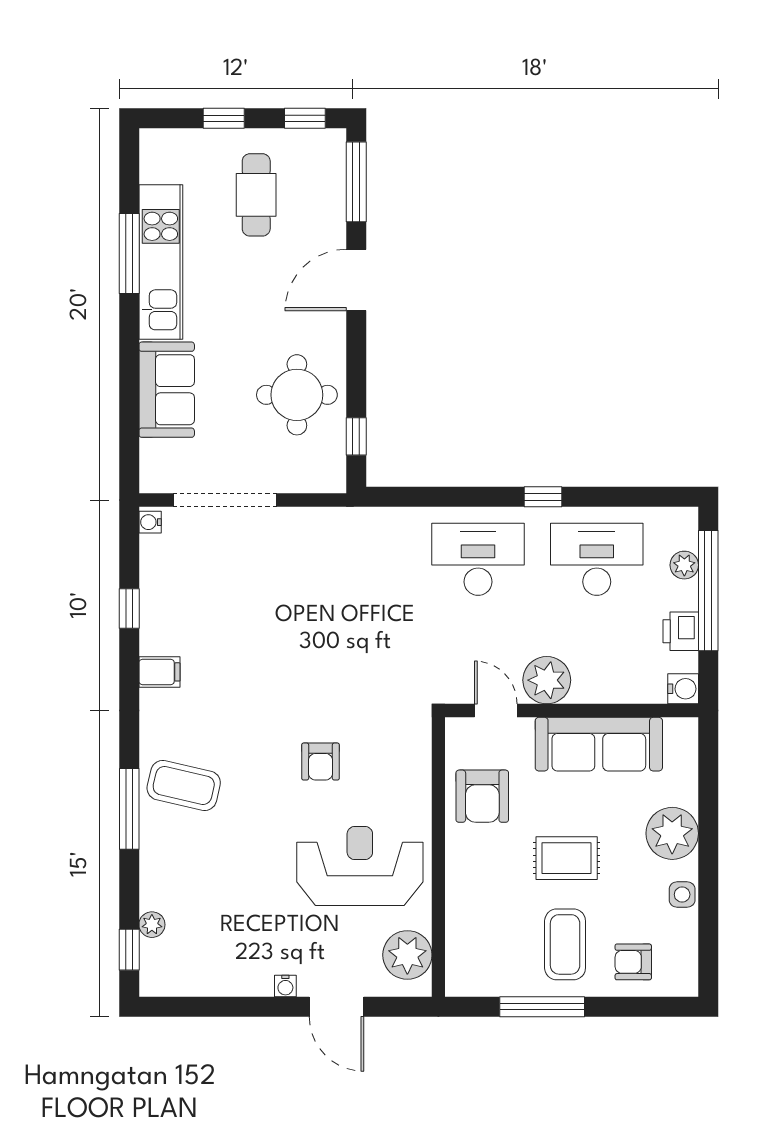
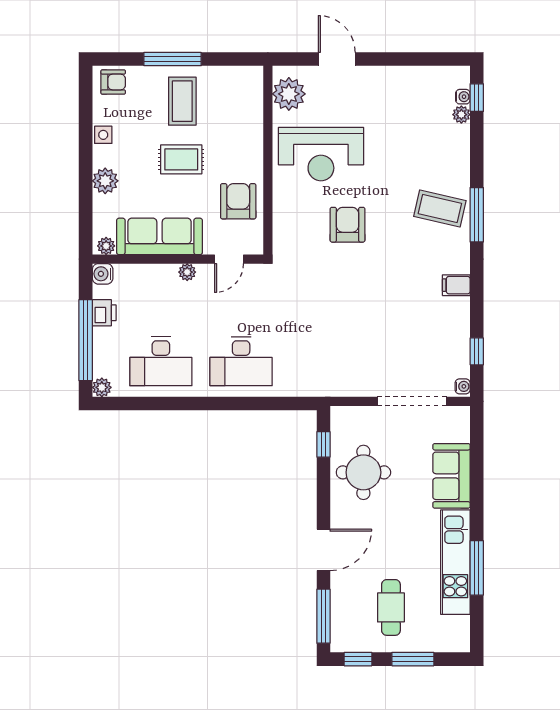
window: (224, 118) -> (413, 659), width x1.50
window: (543, 497) -> (197, 404), removed
plant: (684, 565) -> (102, 387), moved
window: (129, 609) -> (477, 351), moved
plant: (547, 680) -> (187, 272), width x0.53, depth x0.53
door: (496, 711) -> (229, 259), hinge flipped
plant: (678, 730) -> (106, 246), added
armchair: (321, 762) -> (347, 225), width x1.38, depth x1.38
window: (129, 809) -> (477, 215), moved
plant: (672, 833) -> (105, 181), width x0.73, depth x0.73
armchair: (633, 962) -> (113, 82), moved
water cooler: (285, 986) -> (463, 97), moved, turned 90
window: (542, 1007) -> (173, 59), moved

